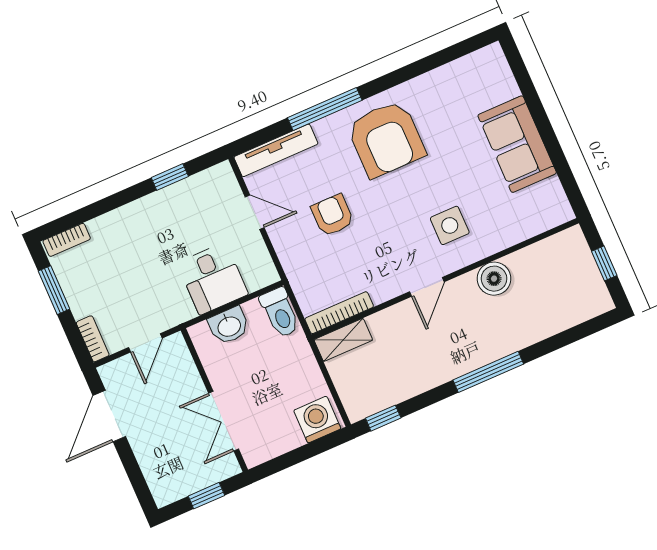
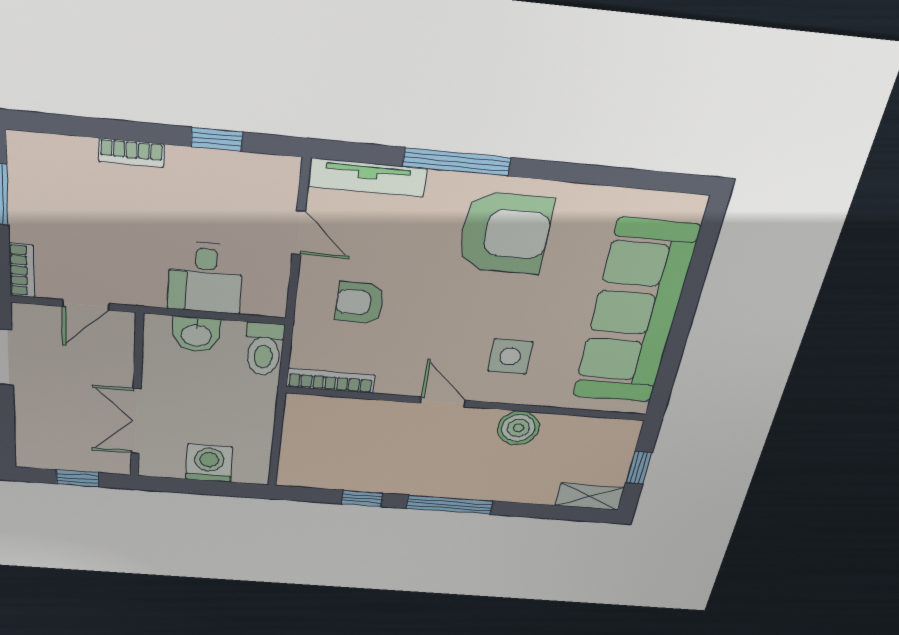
armchair: (386, 139) -> (505, 233), turned -90
sofa: (517, 144) -> (635, 313), width x1.85, depth x1.27
armchair: (332, 215) -> (360, 303), moved, turned -90
bookcase: (67, 240) -> (131, 153), moved
door: (427, 287) -> (443, 402), swing flipped
shelving: (343, 340) -> (590, 497), moved
window: (383, 418) -> (362, 499), moved
washing machine: (317, 420) -> (209, 463), moved

